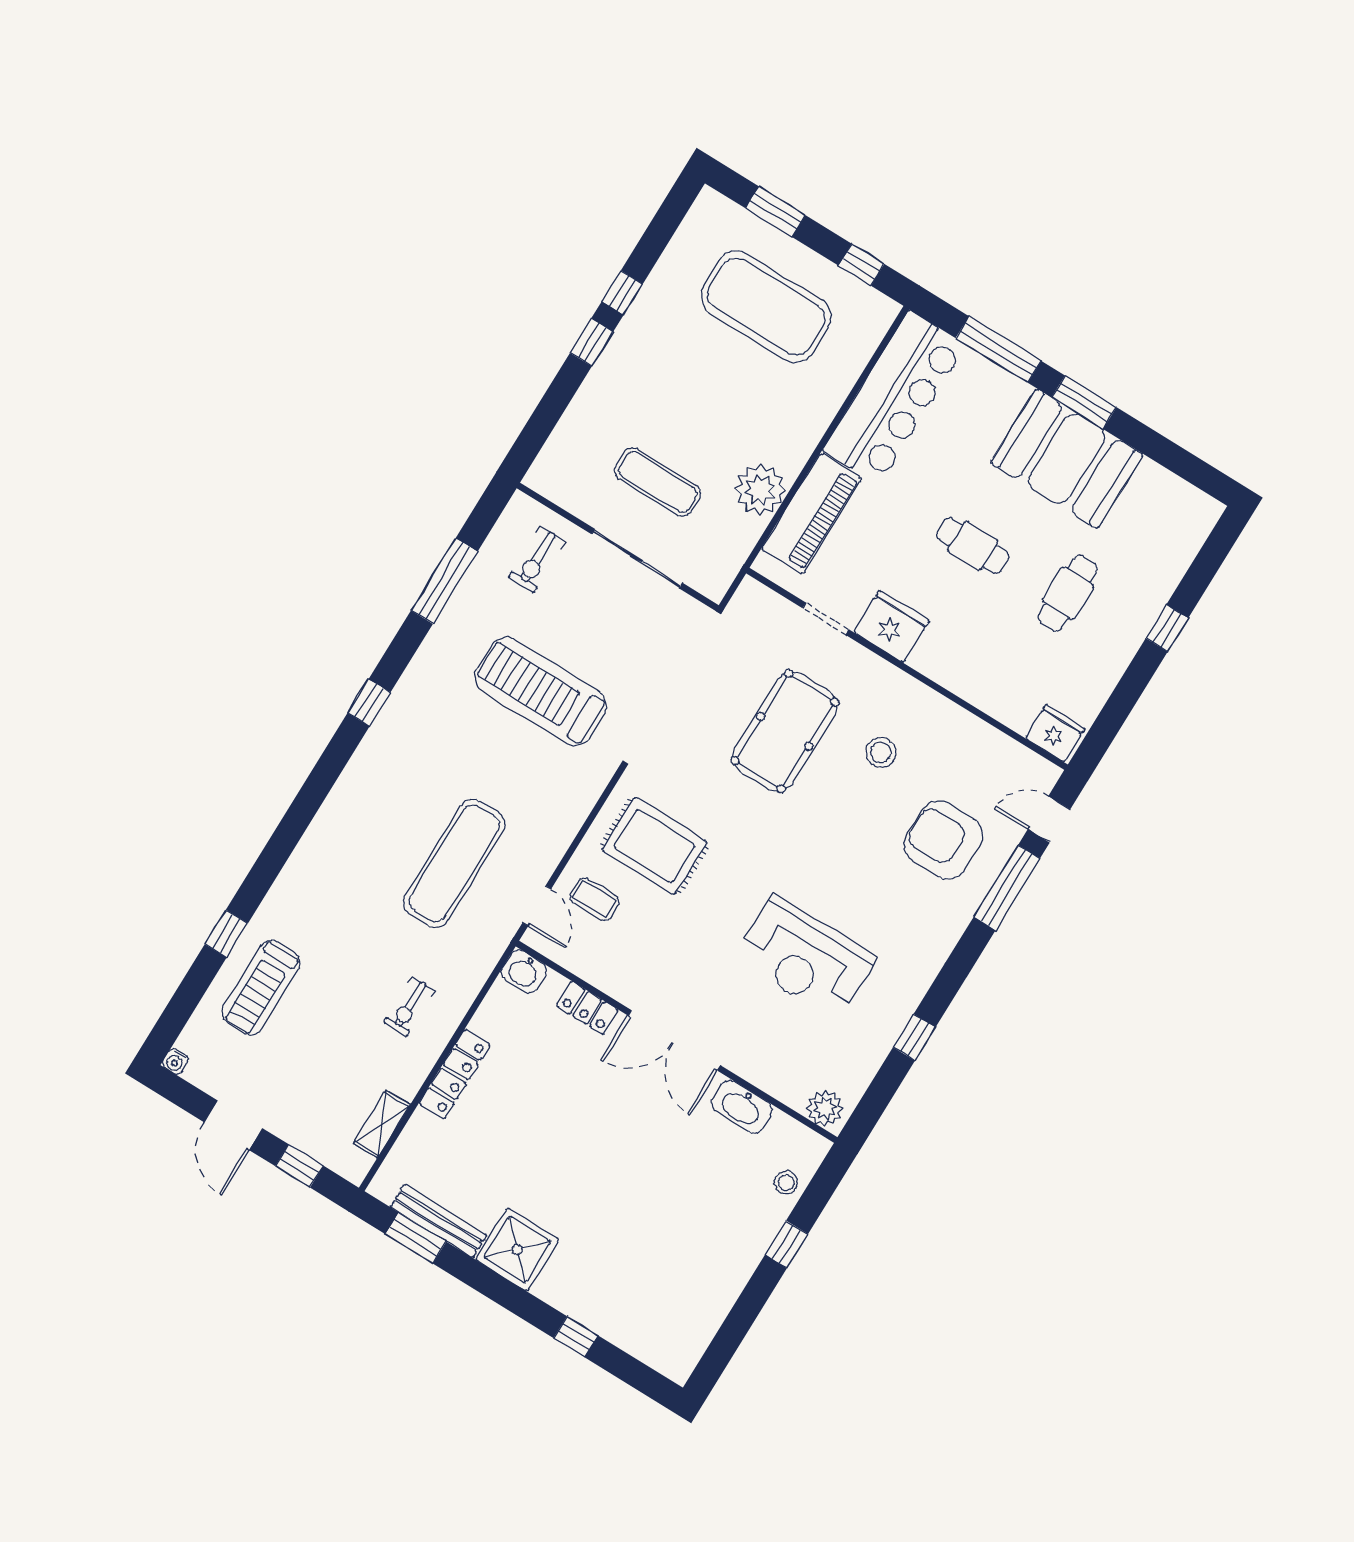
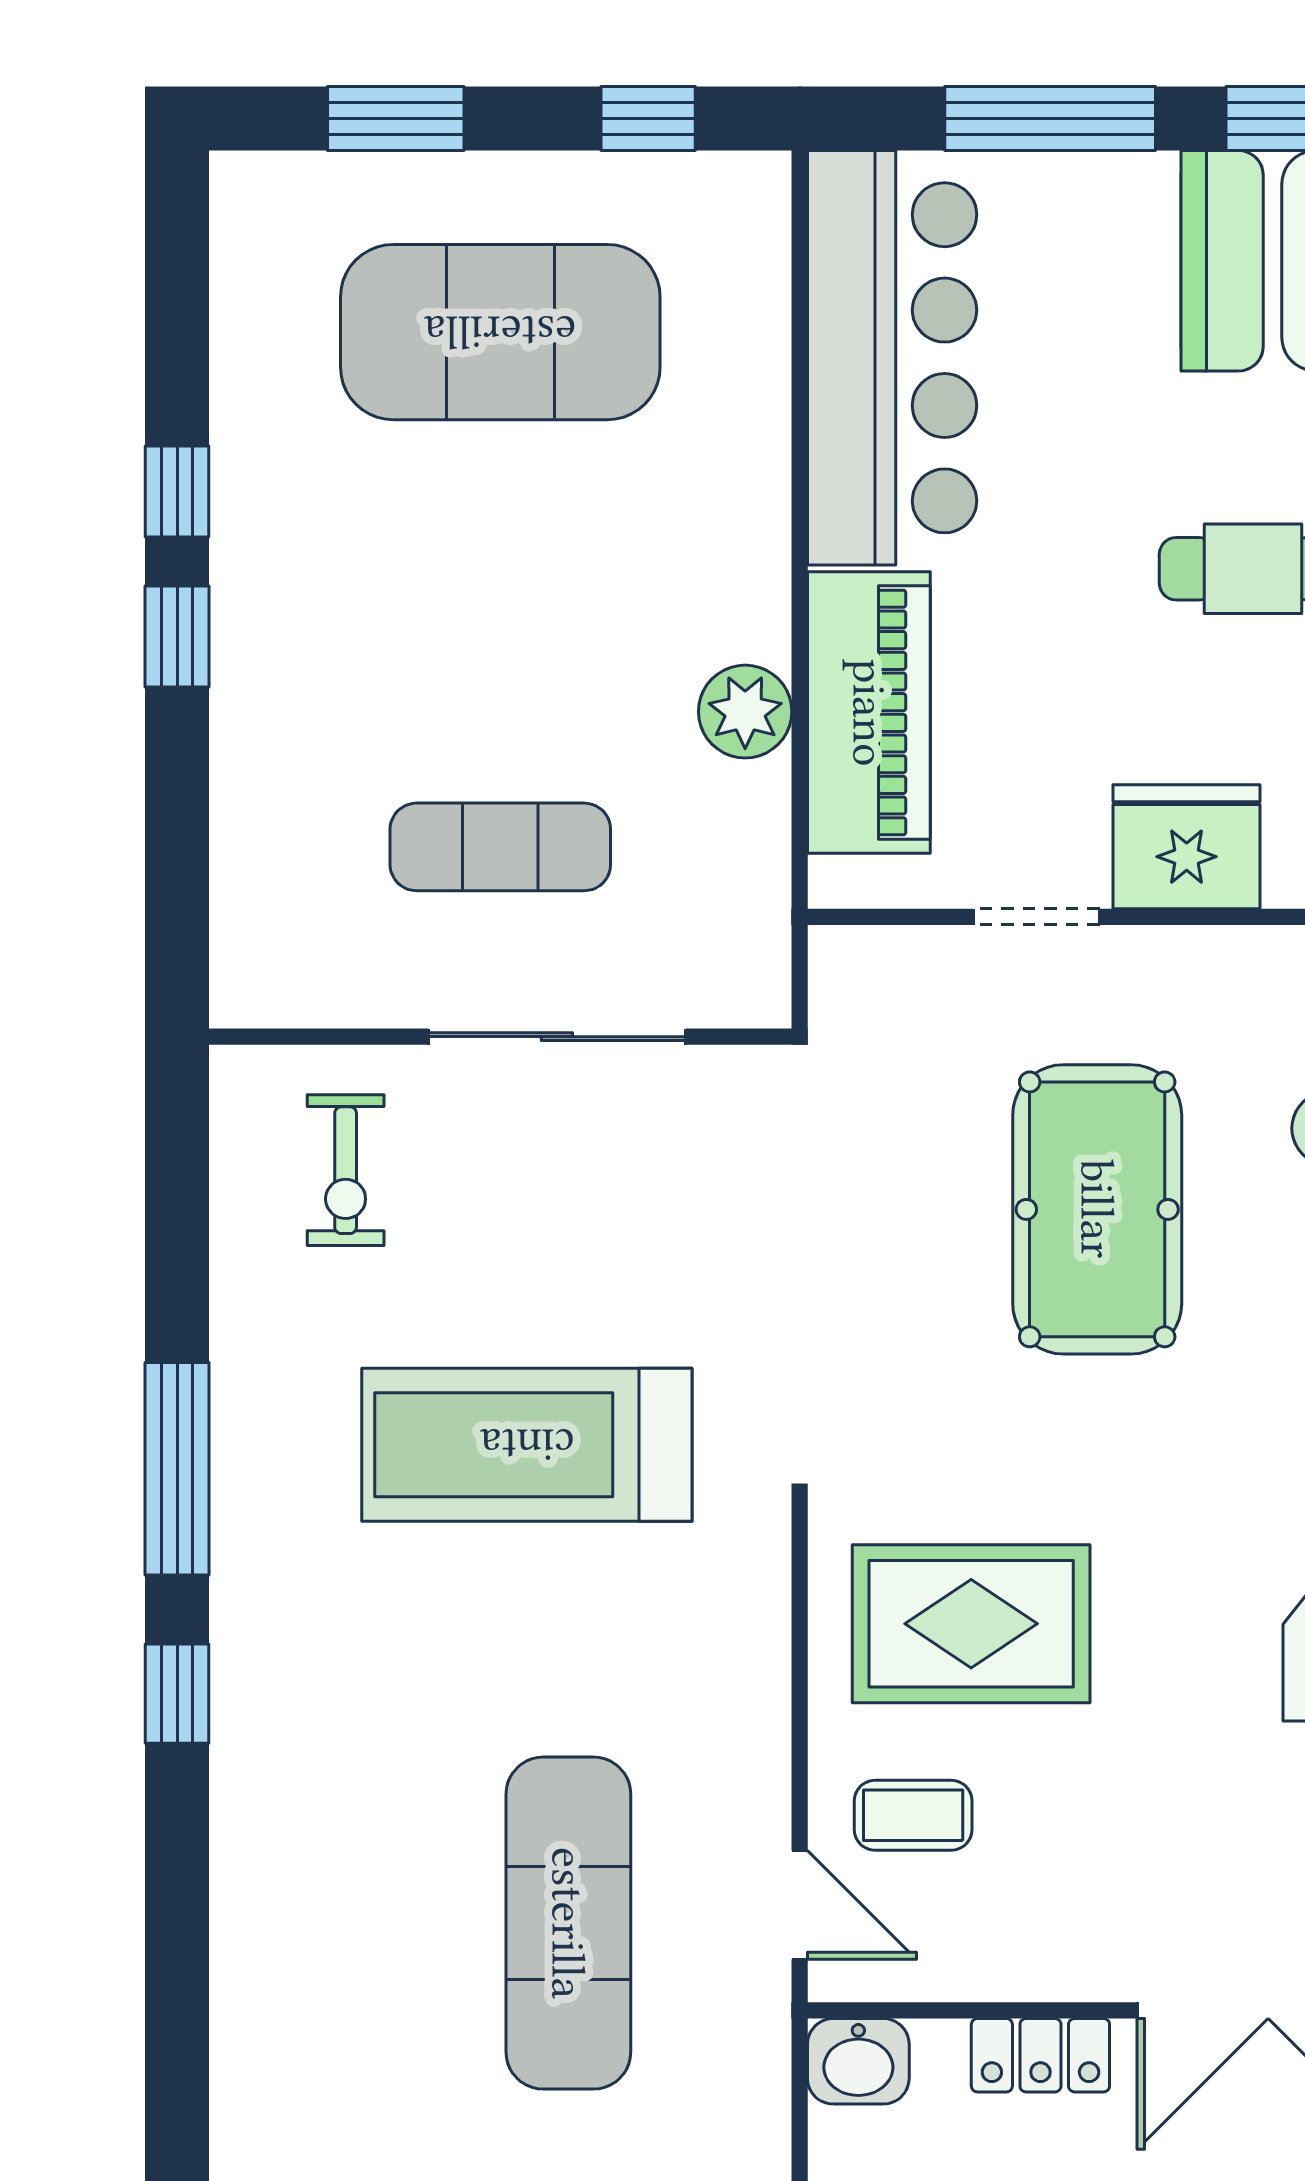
plant: (760, 490) -> (745, 712), width x0.73, depth x0.73
window: (444, 581) -> (177, 1469), moved

